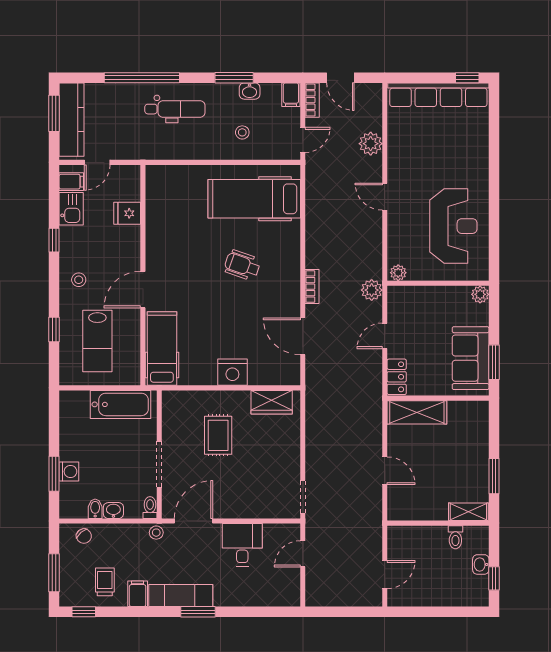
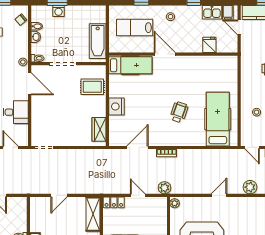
rug: (218, 435) -> (92, 87), moved

